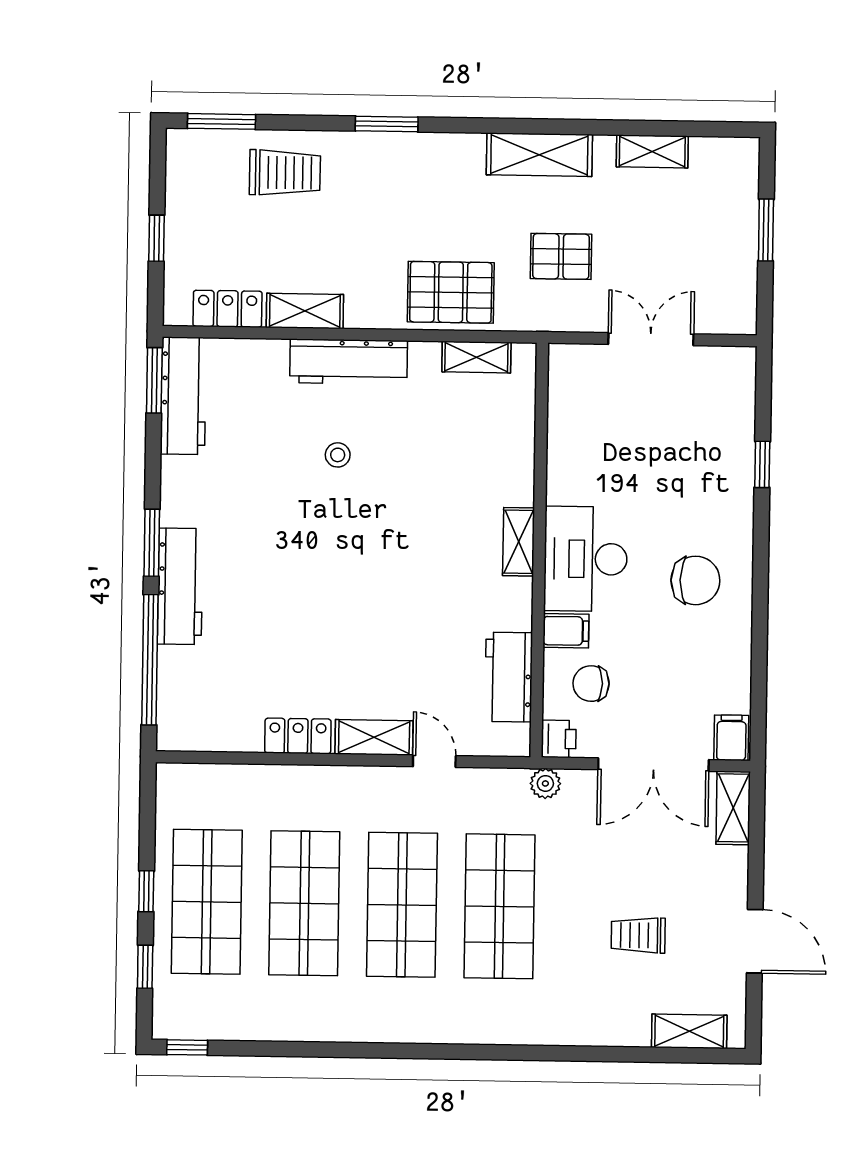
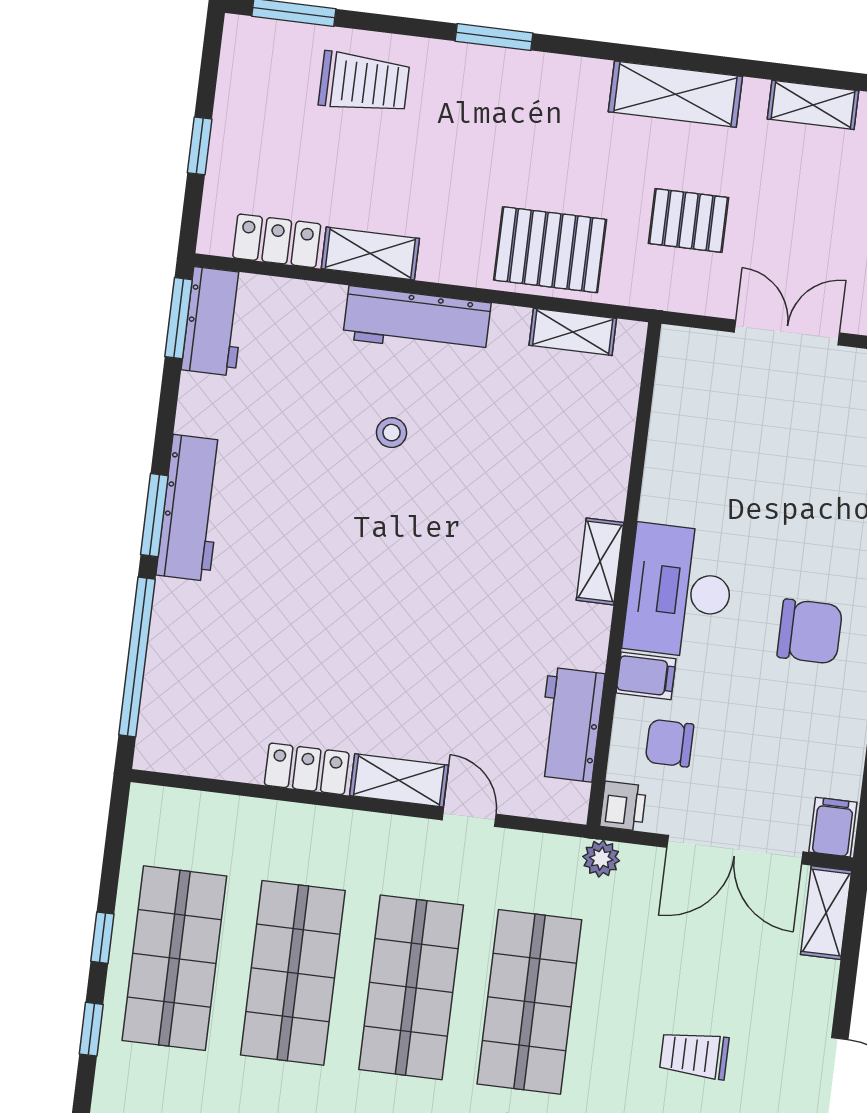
workbench: (183, 396) -> (214, 321), width x0.73
workbench: (180, 586) -> (191, 508), moved

